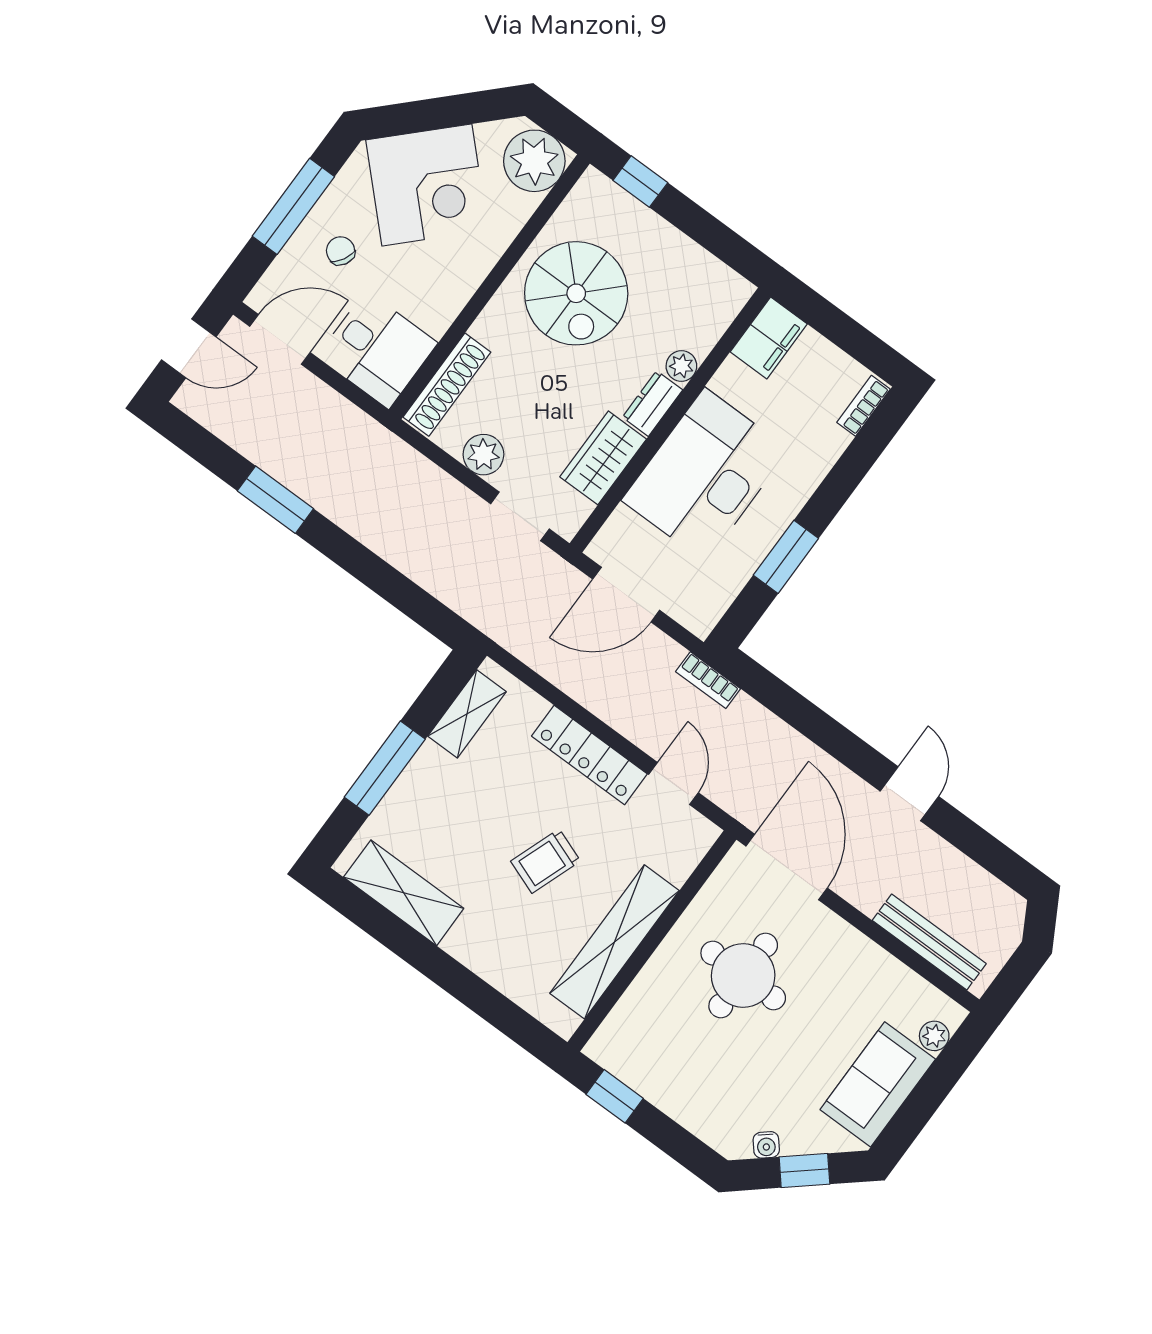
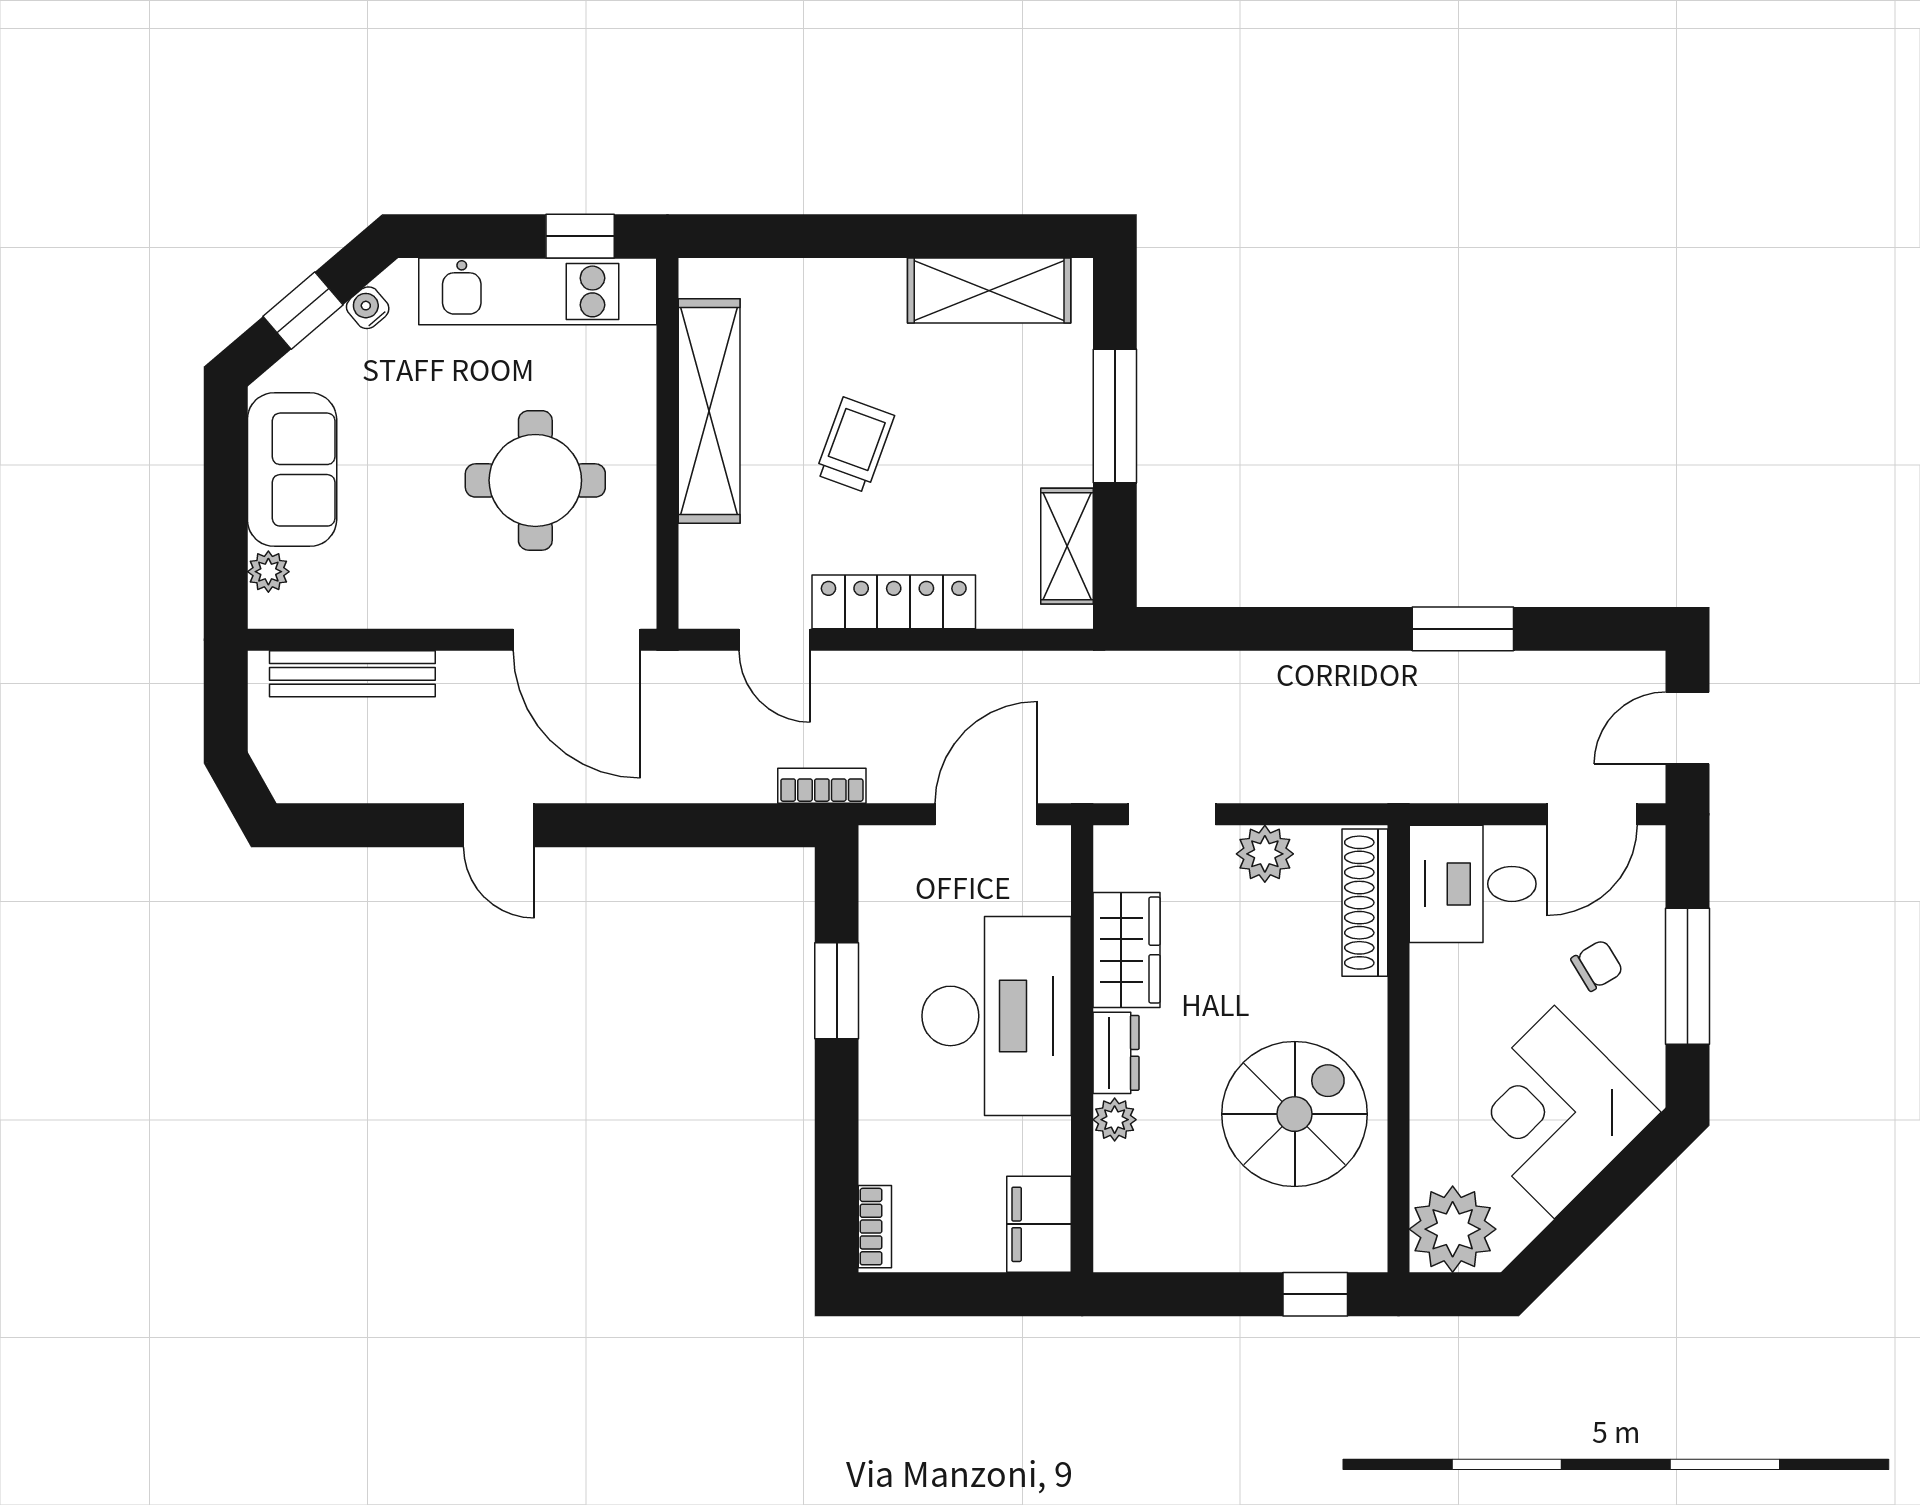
chair: (341, 251) -> (1597, 965), turned -60
spiral stairs: (576, 293) -> (1295, 1114), turned 90
kitchen unit: (662, 1083) -> (538, 291), added

